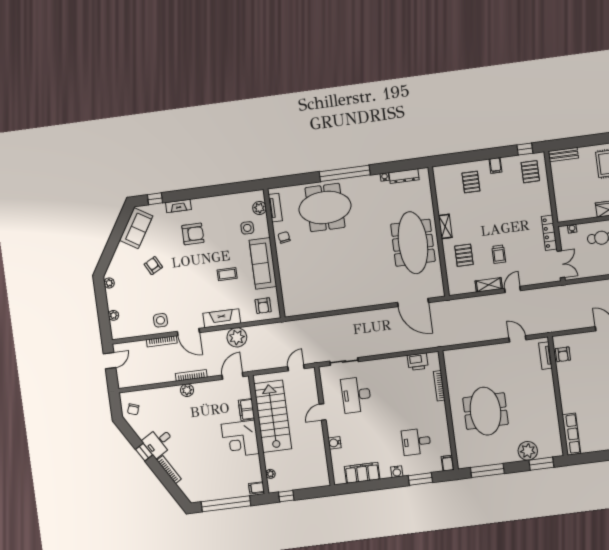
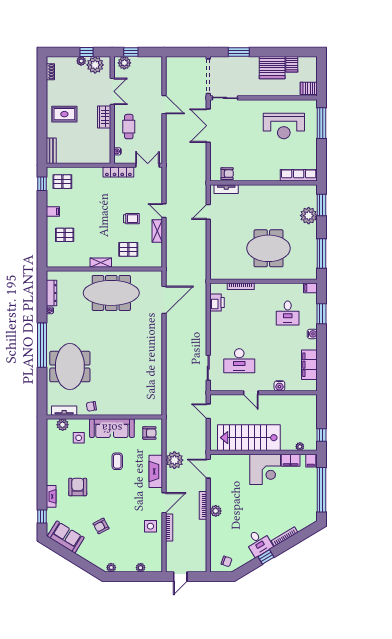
door: (110, 361) -> (180, 577), swing flipped
filing cabinet: (246, 410) -> (291, 460), moved

